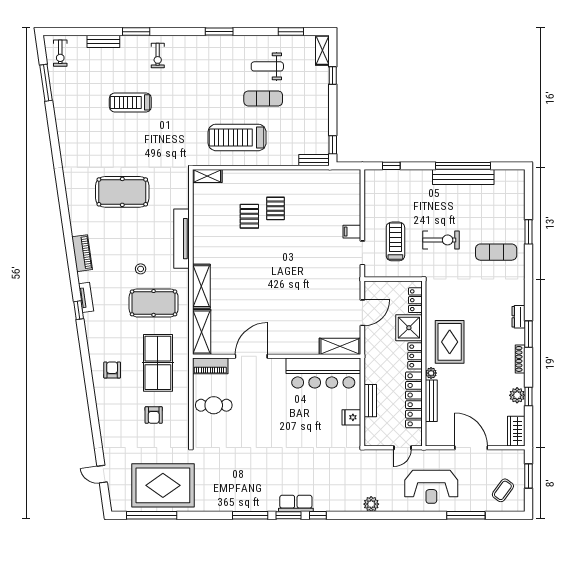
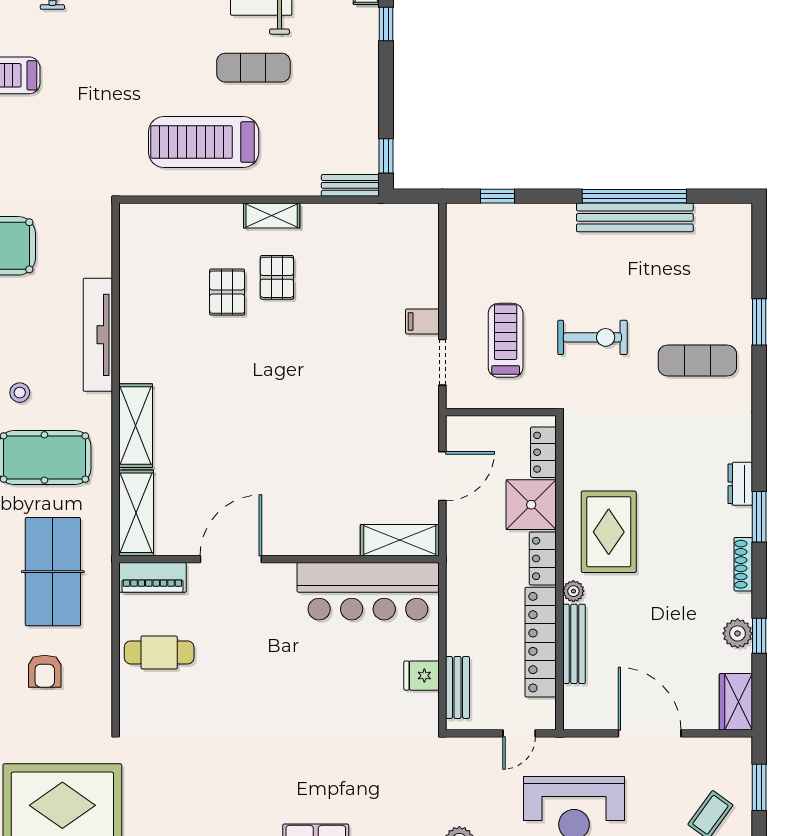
shelving: (207, 176) -> (272, 215), moved
bench: (370, 401) -> (458, 687), moved

